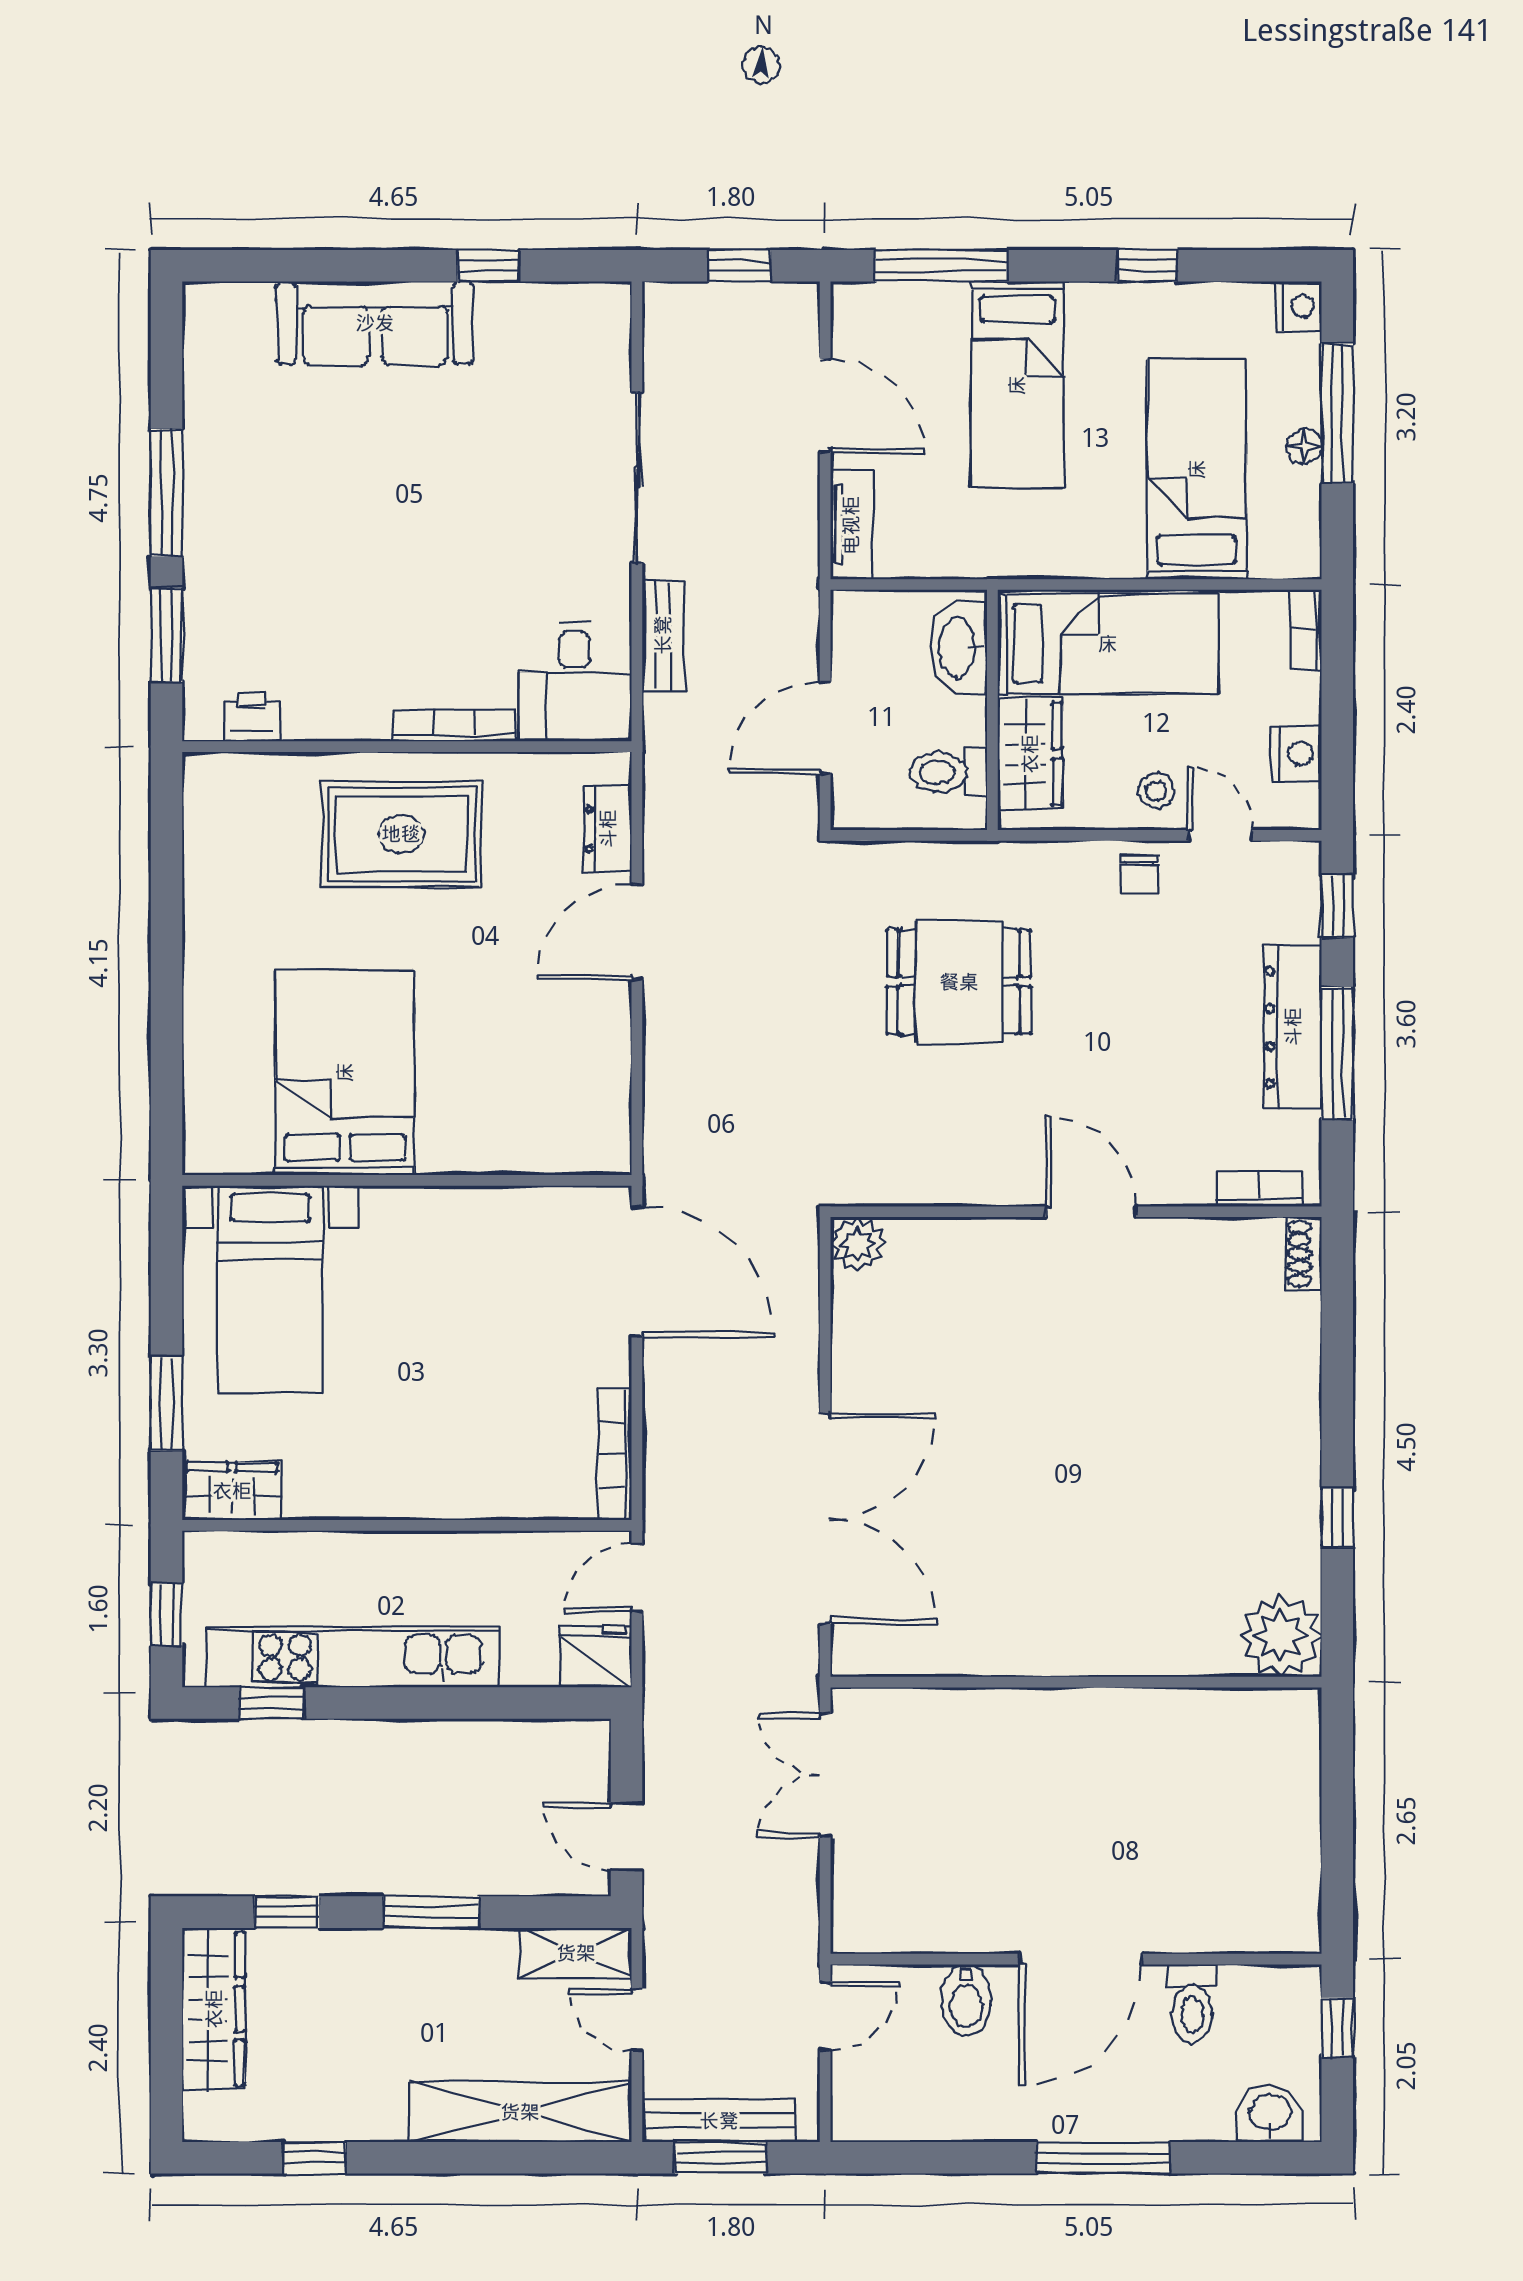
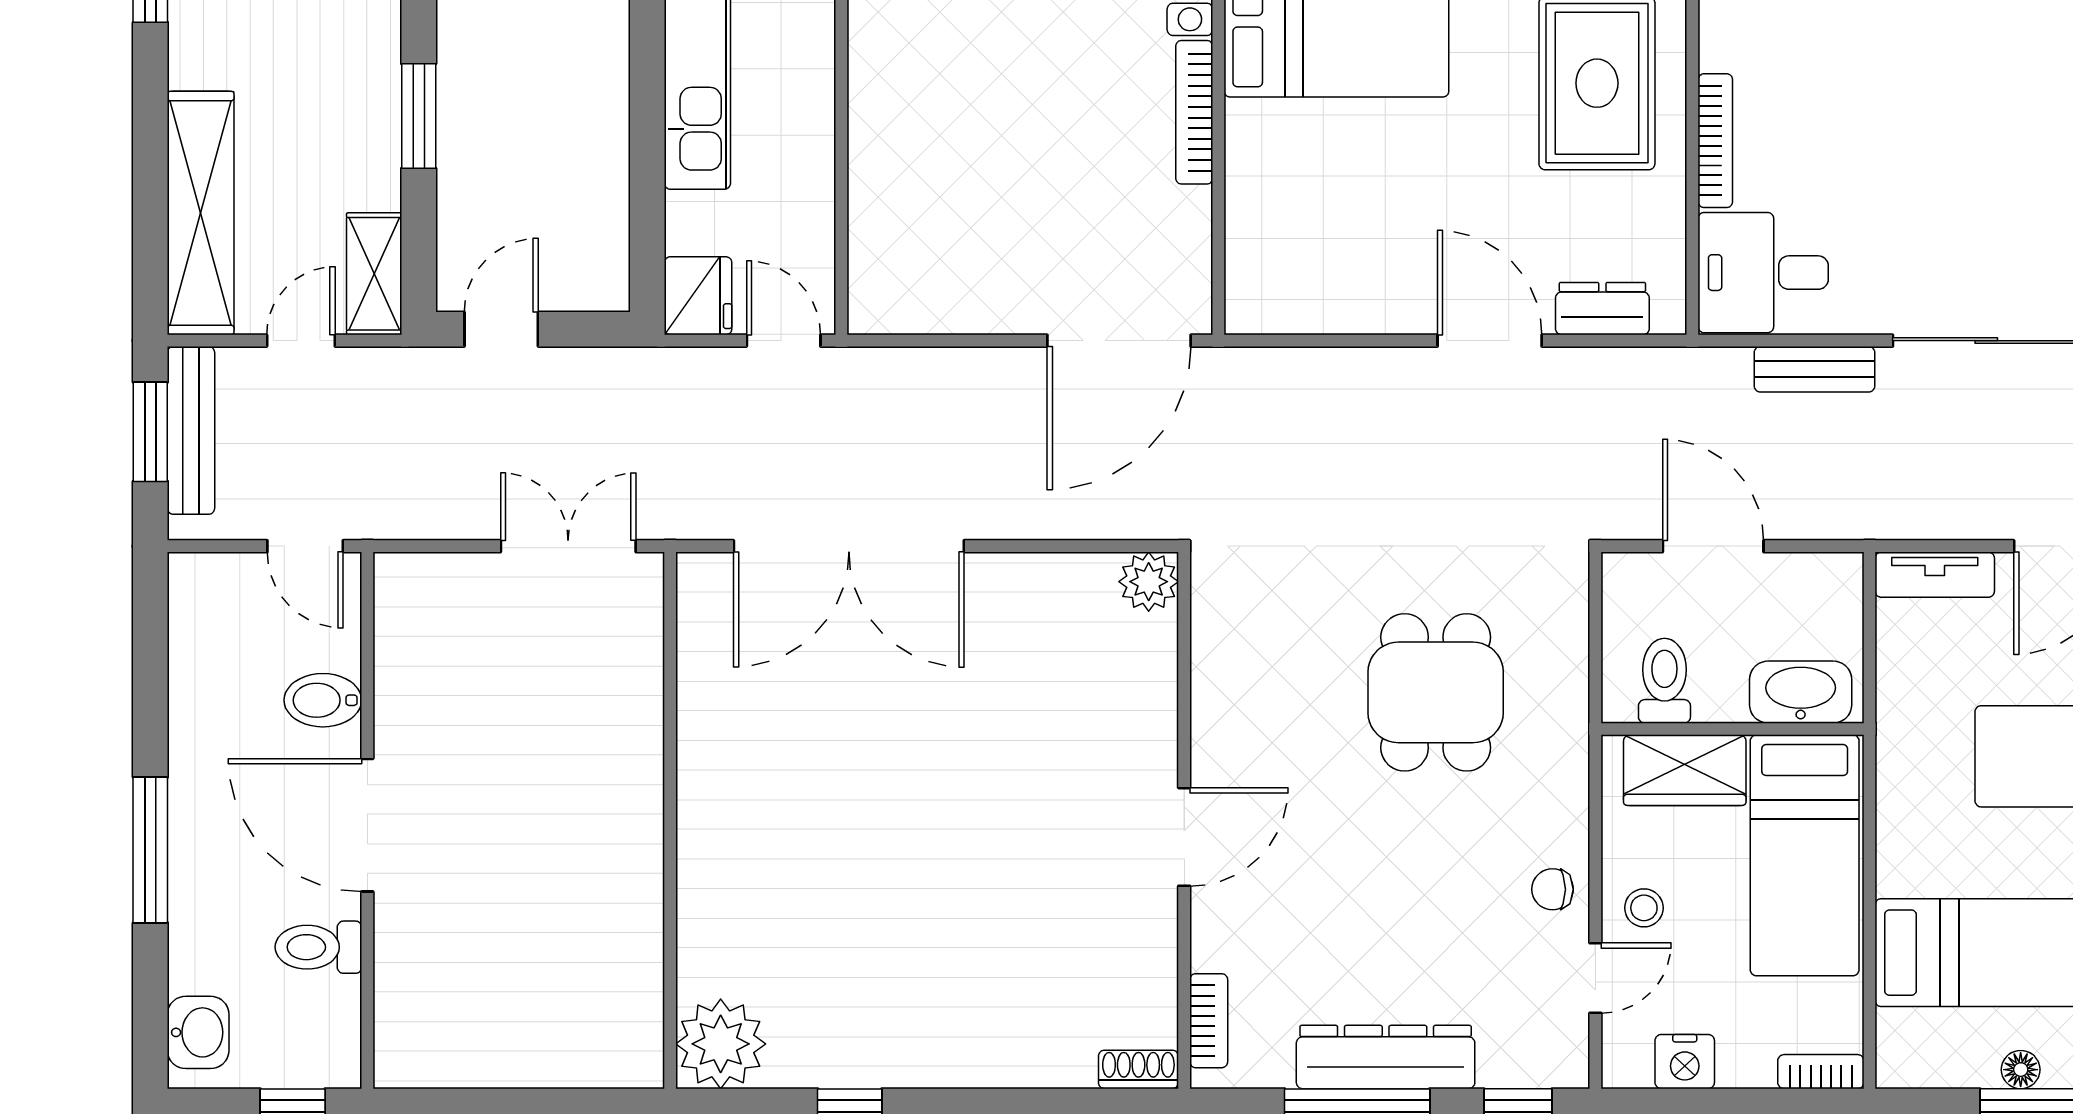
bookcase: (615, 1454) -> (1194, 112), moved, turned -90

